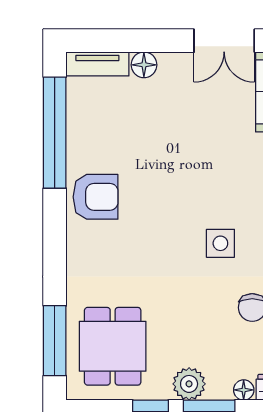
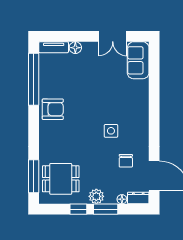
dining table: (113, 346) -> (61, 179), turned 90

